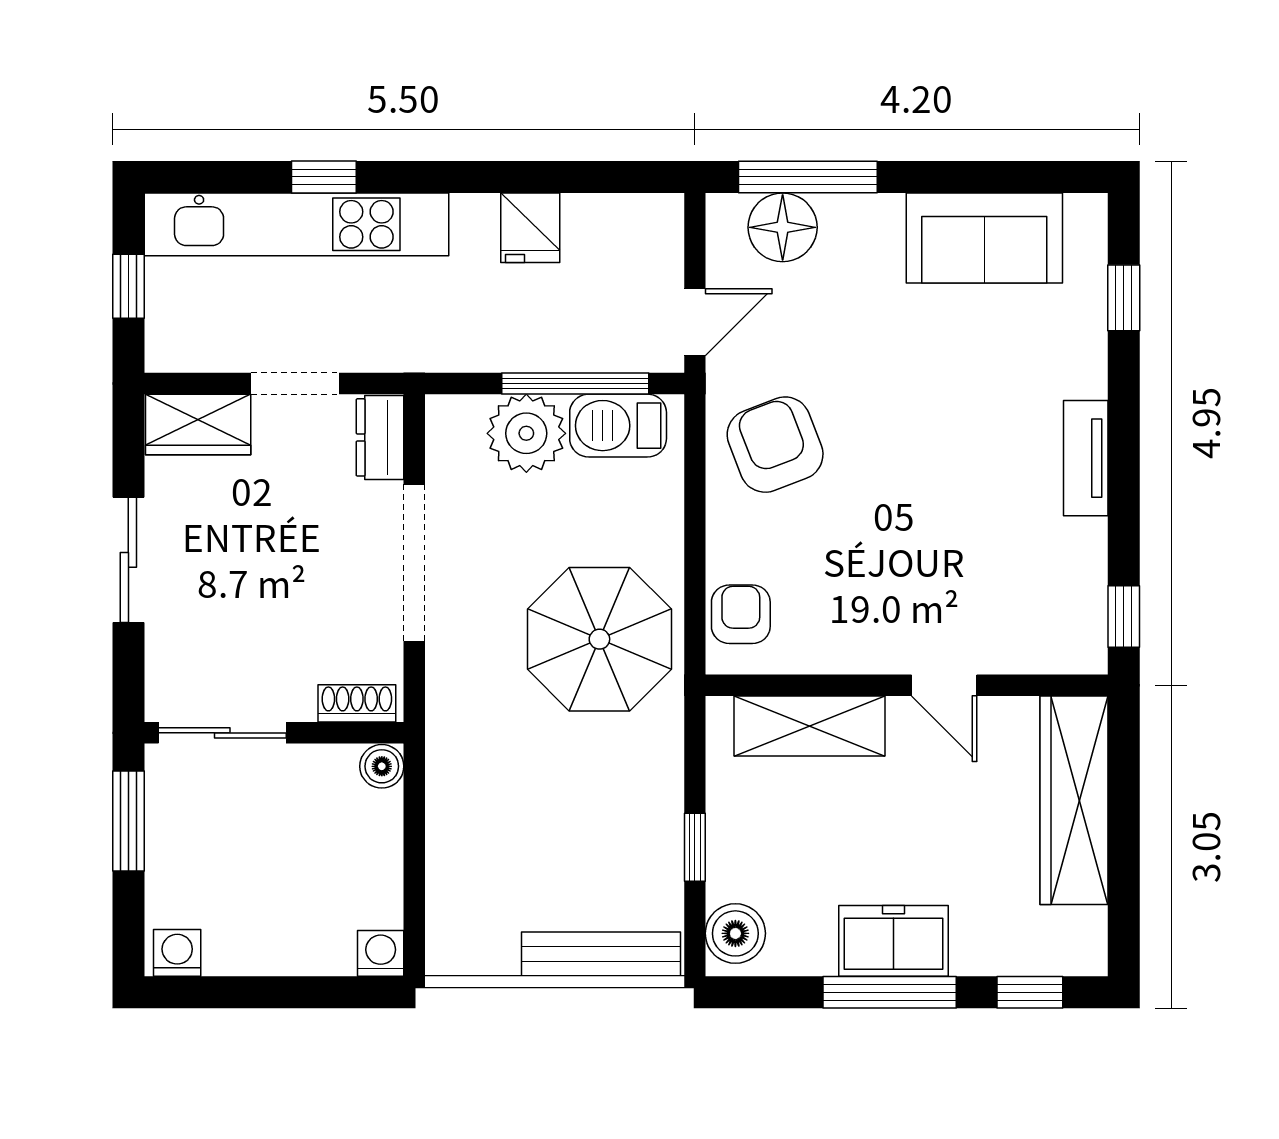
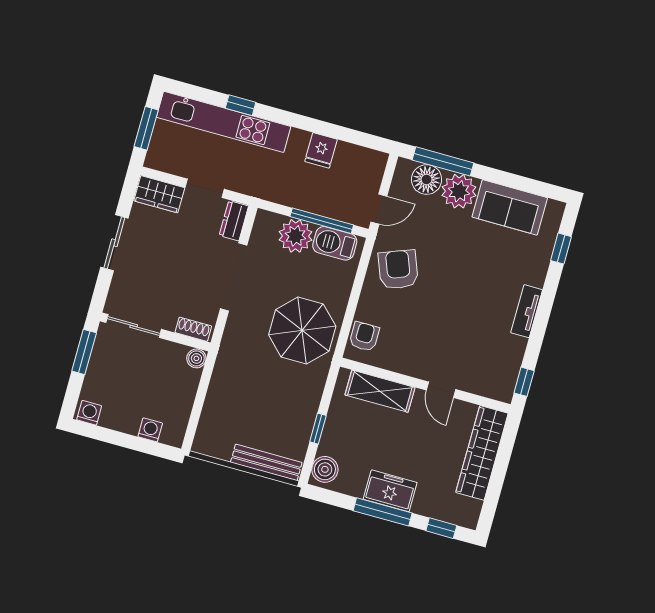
plant: (862, 233) -> (459, 191), added
window: (128, 286) -> (146, 128), width x1.50
washing machine: (381, 953) -> (150, 430), moved

